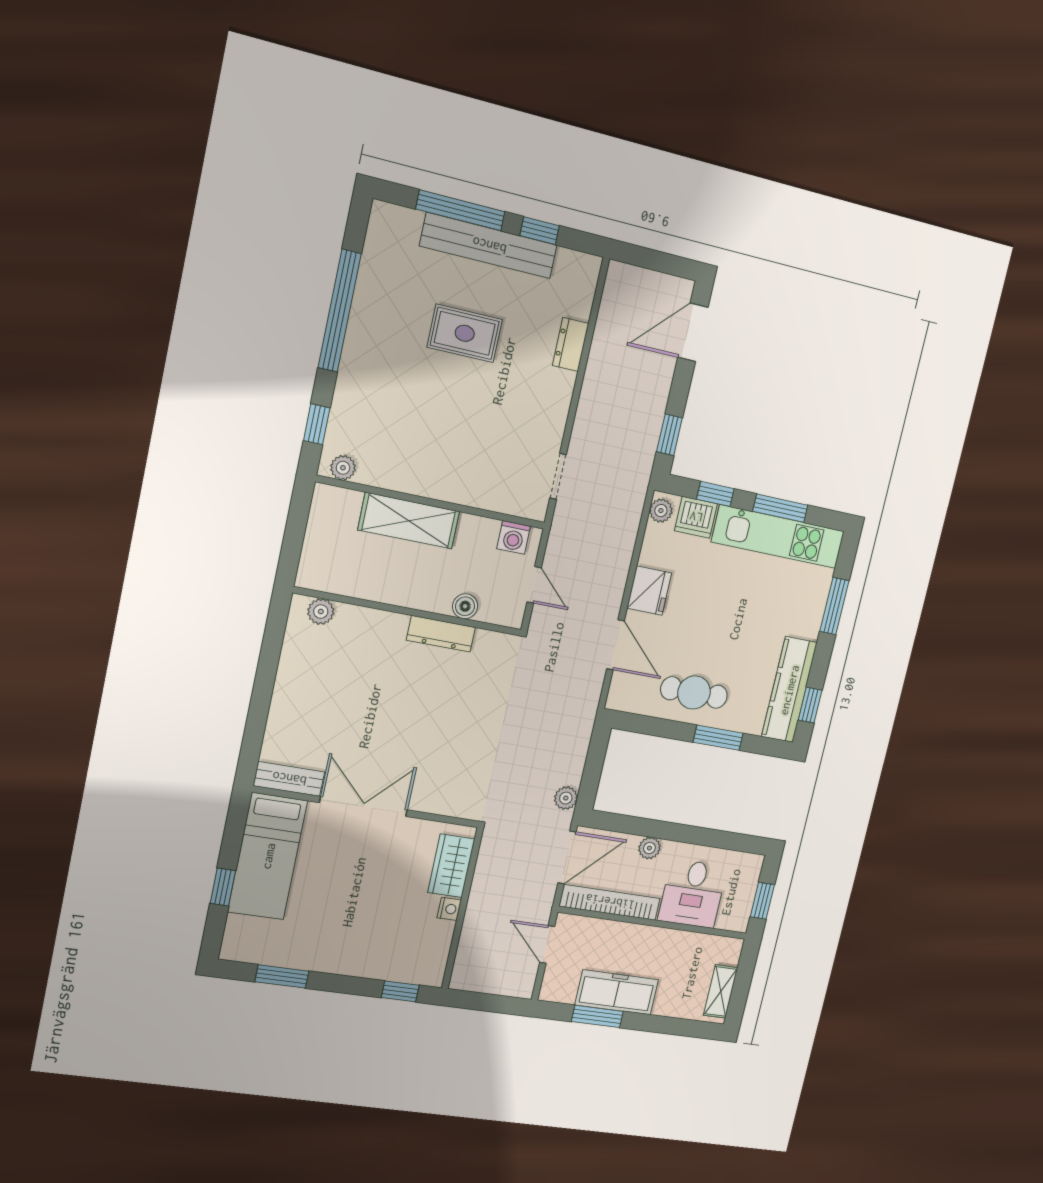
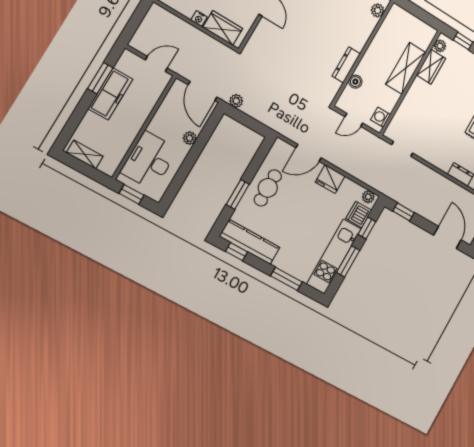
wardrobe: (389, 472) -> (431, 67), added
desk: (693, 894) -> (149, 161), width x1.37
bookcase: (610, 902) -> (167, 106), removed

